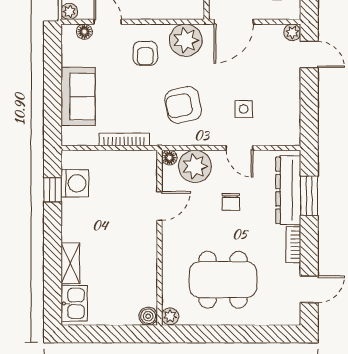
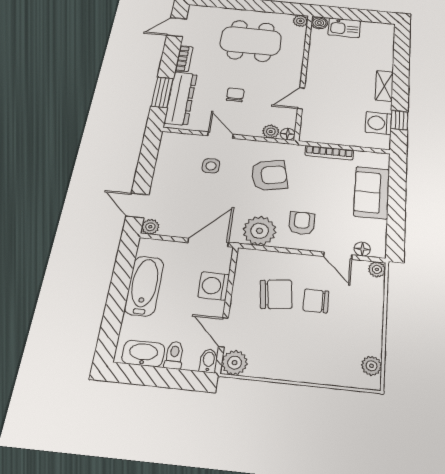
plant: (195, 166) -> (271, 132), width x0.53, depth x0.53
shelving: (70, 263) -> (384, 86), moved
kitchen sink: (74, 303) -> (344, 28), moved, turned -90

